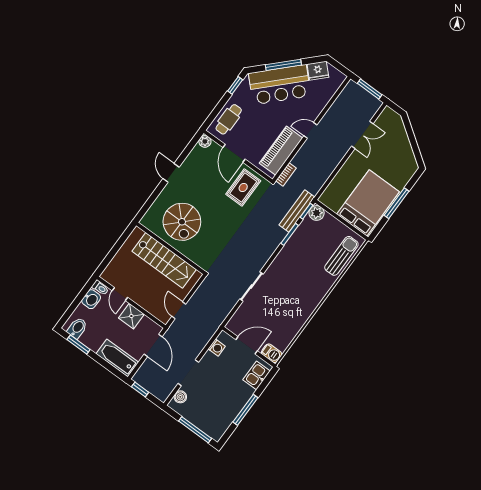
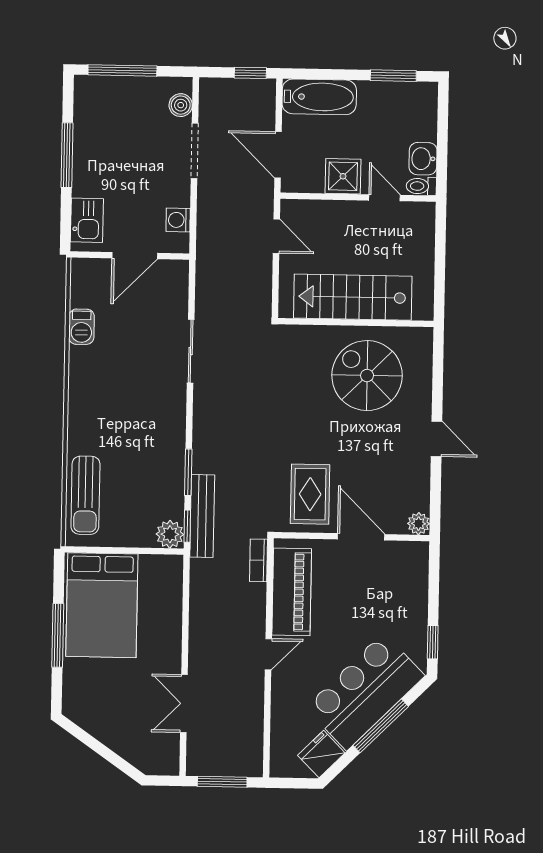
cafe table: (229, 119) -> (406, 583), removed
bidet: (77, 328) -> (413, 100), removed
barbecue: (272, 353) -> (81, 327), moved, turned -90

